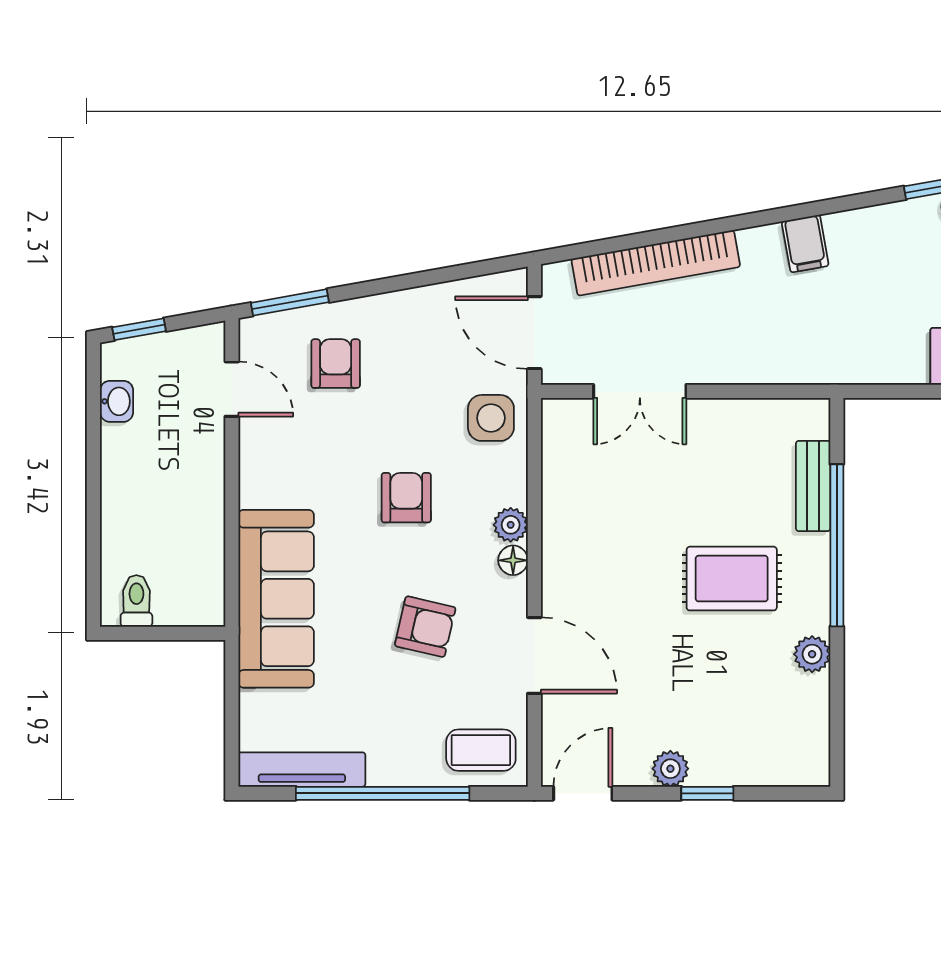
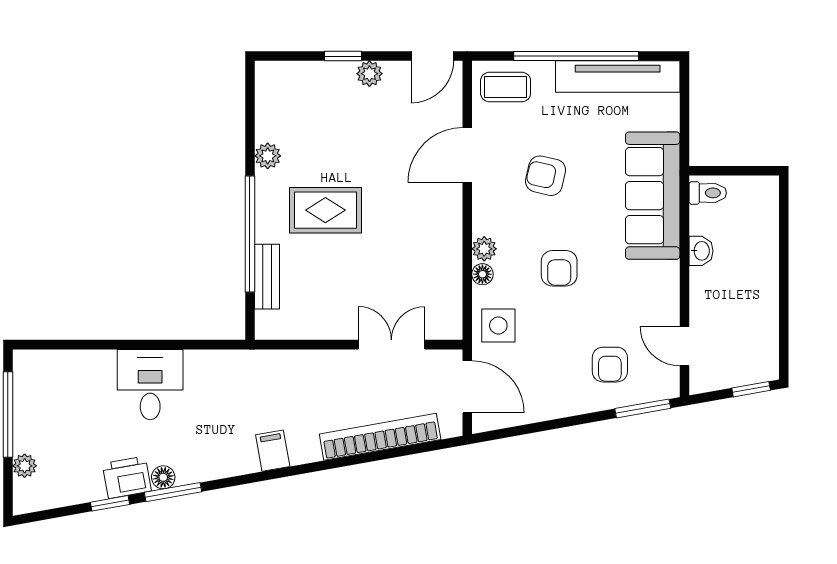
washbasin: (117, 401) -> (701, 251), moved, turned 180
floor lamp: (513, 560) -> (482, 274), moved
toilet: (136, 601) -> (708, 193), moved, turned -90
door: (534, 655) -> (467, 155), hinge flipped
tv unit: (302, 770) -> (618, 77), width x1.36, depth x1.29

